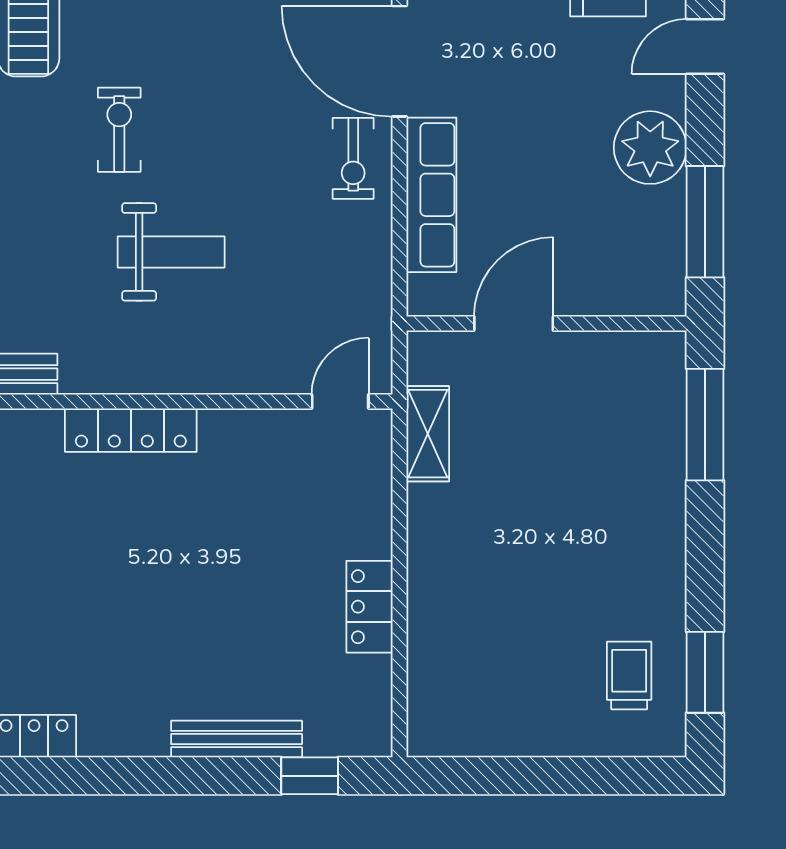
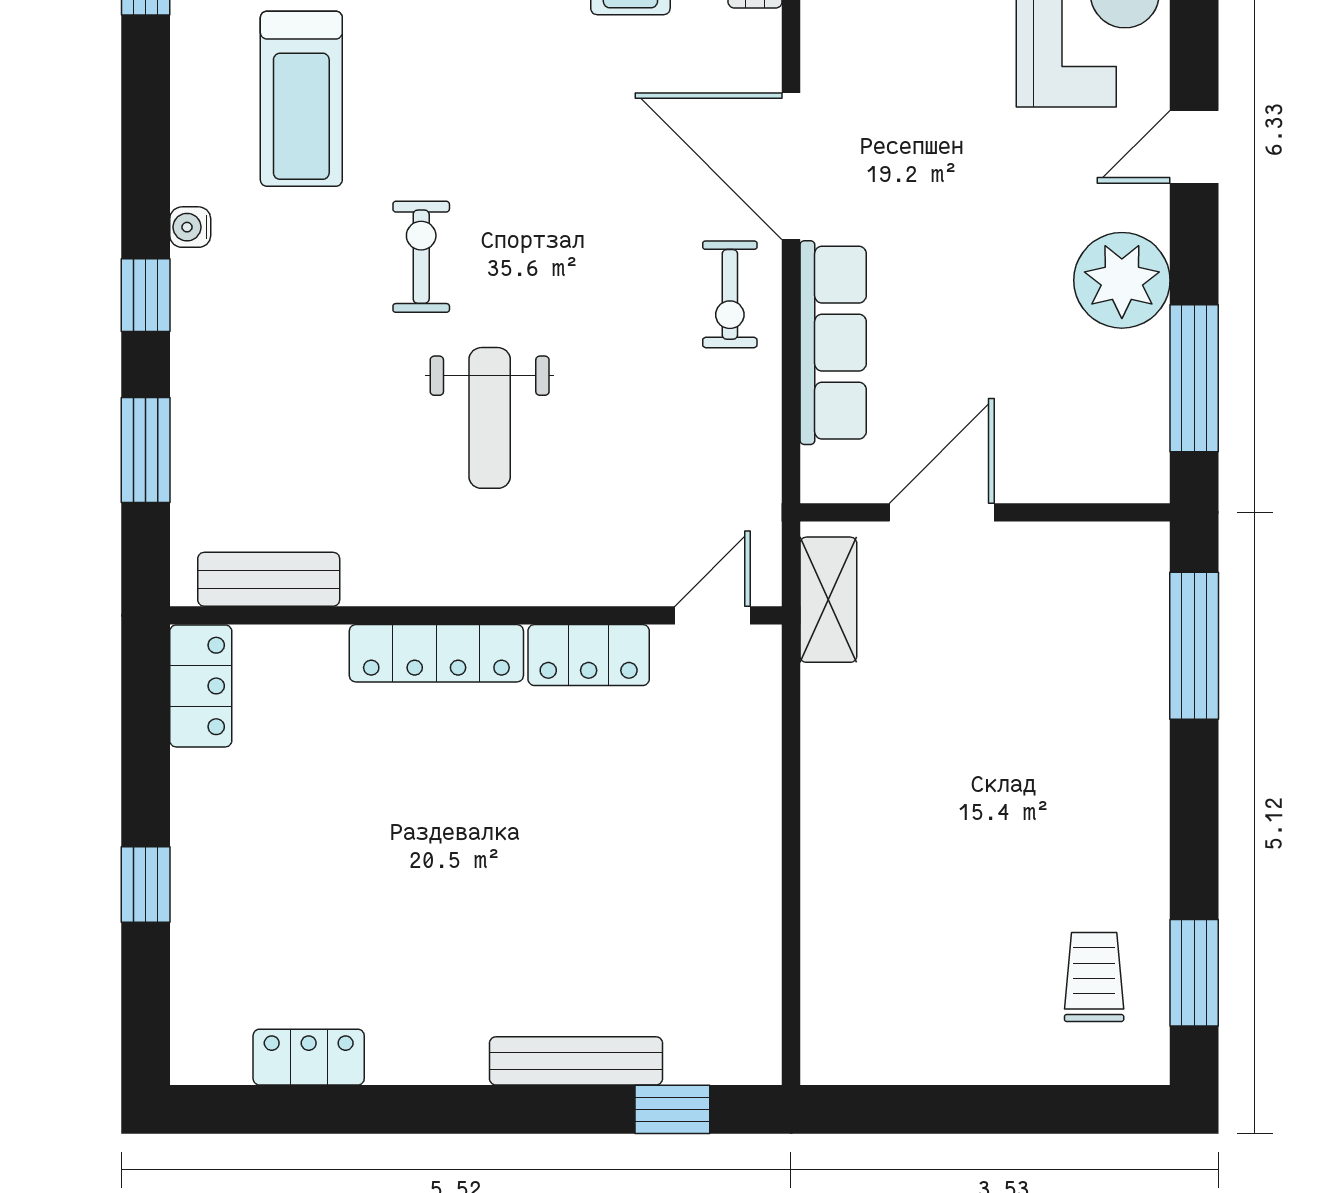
weight bench: (171, 252) -> (490, 418), turned 90
shelving: (428, 434) -> (828, 600), moved
locker: (370, 607) -> (589, 655), moved, turned -90

